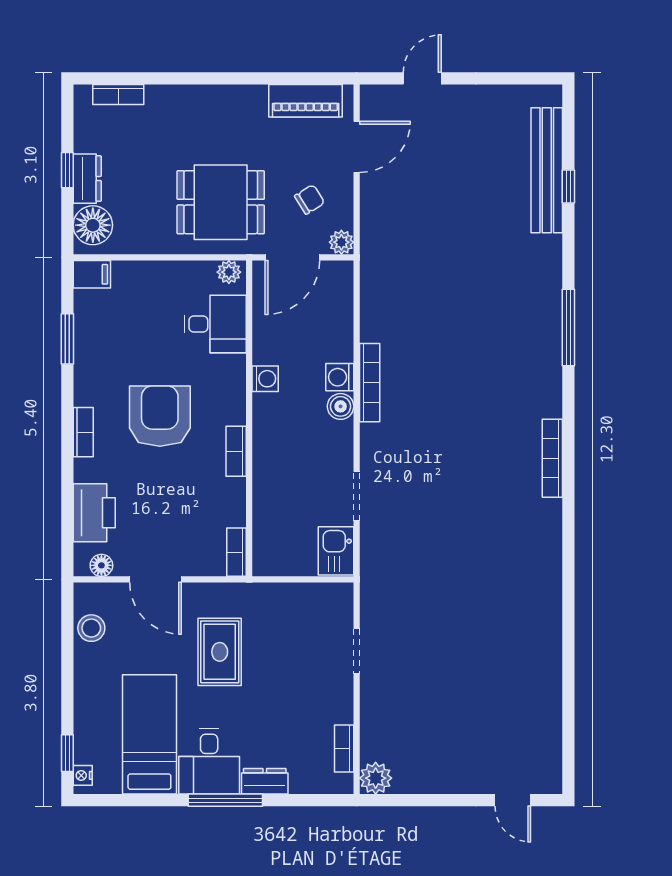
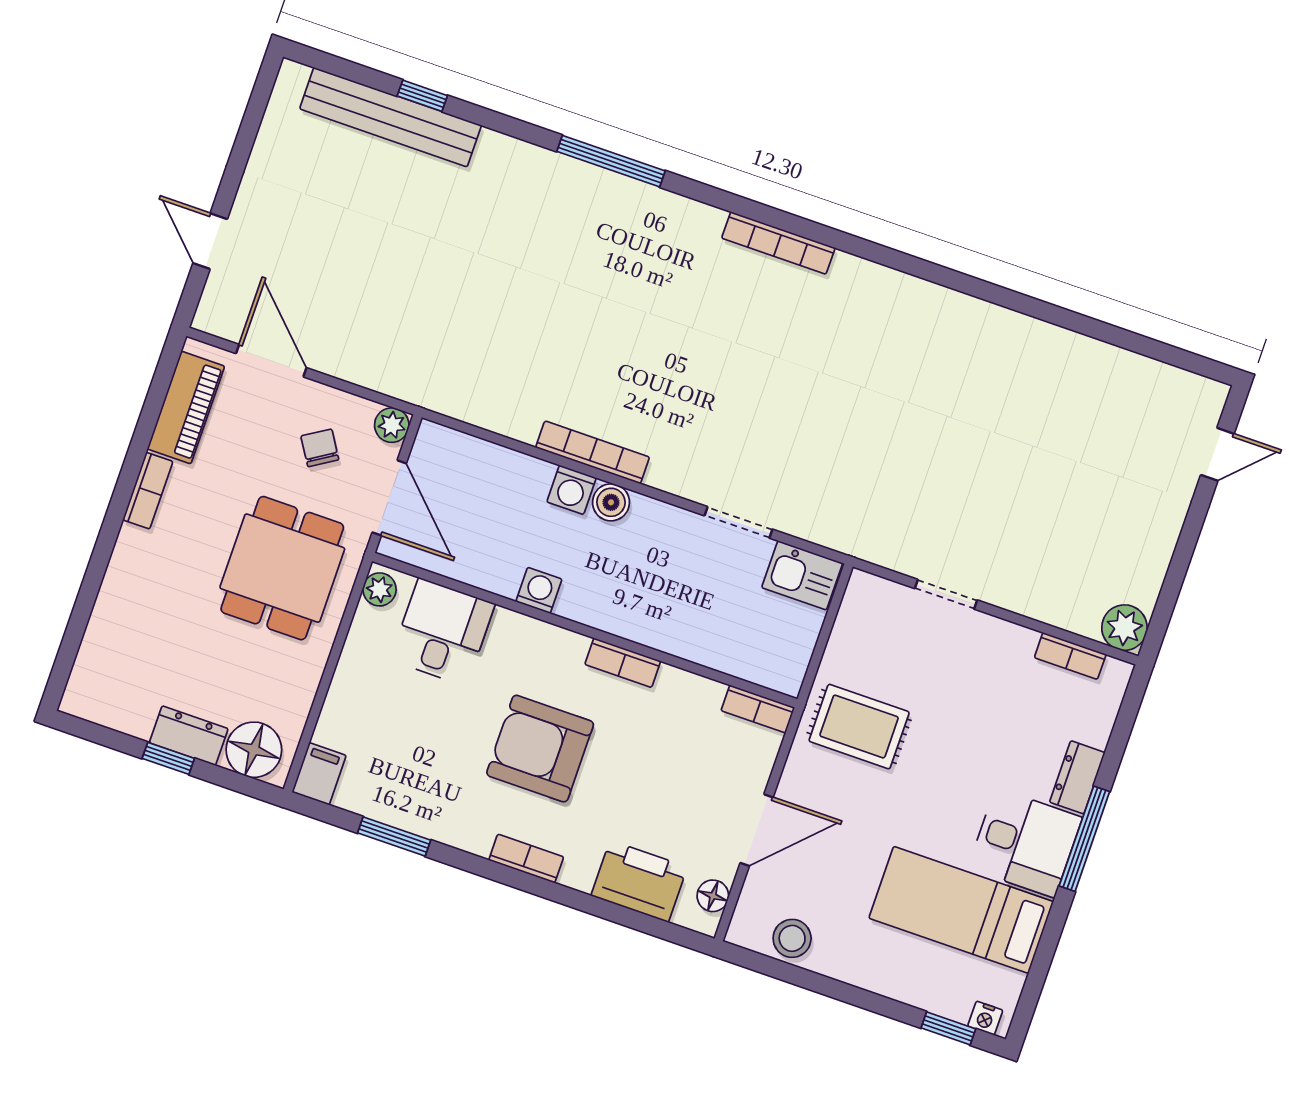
bookcase: (118, 95) -> (148, 491), moved
rug: (220, 652) -> (859, 727), moved

